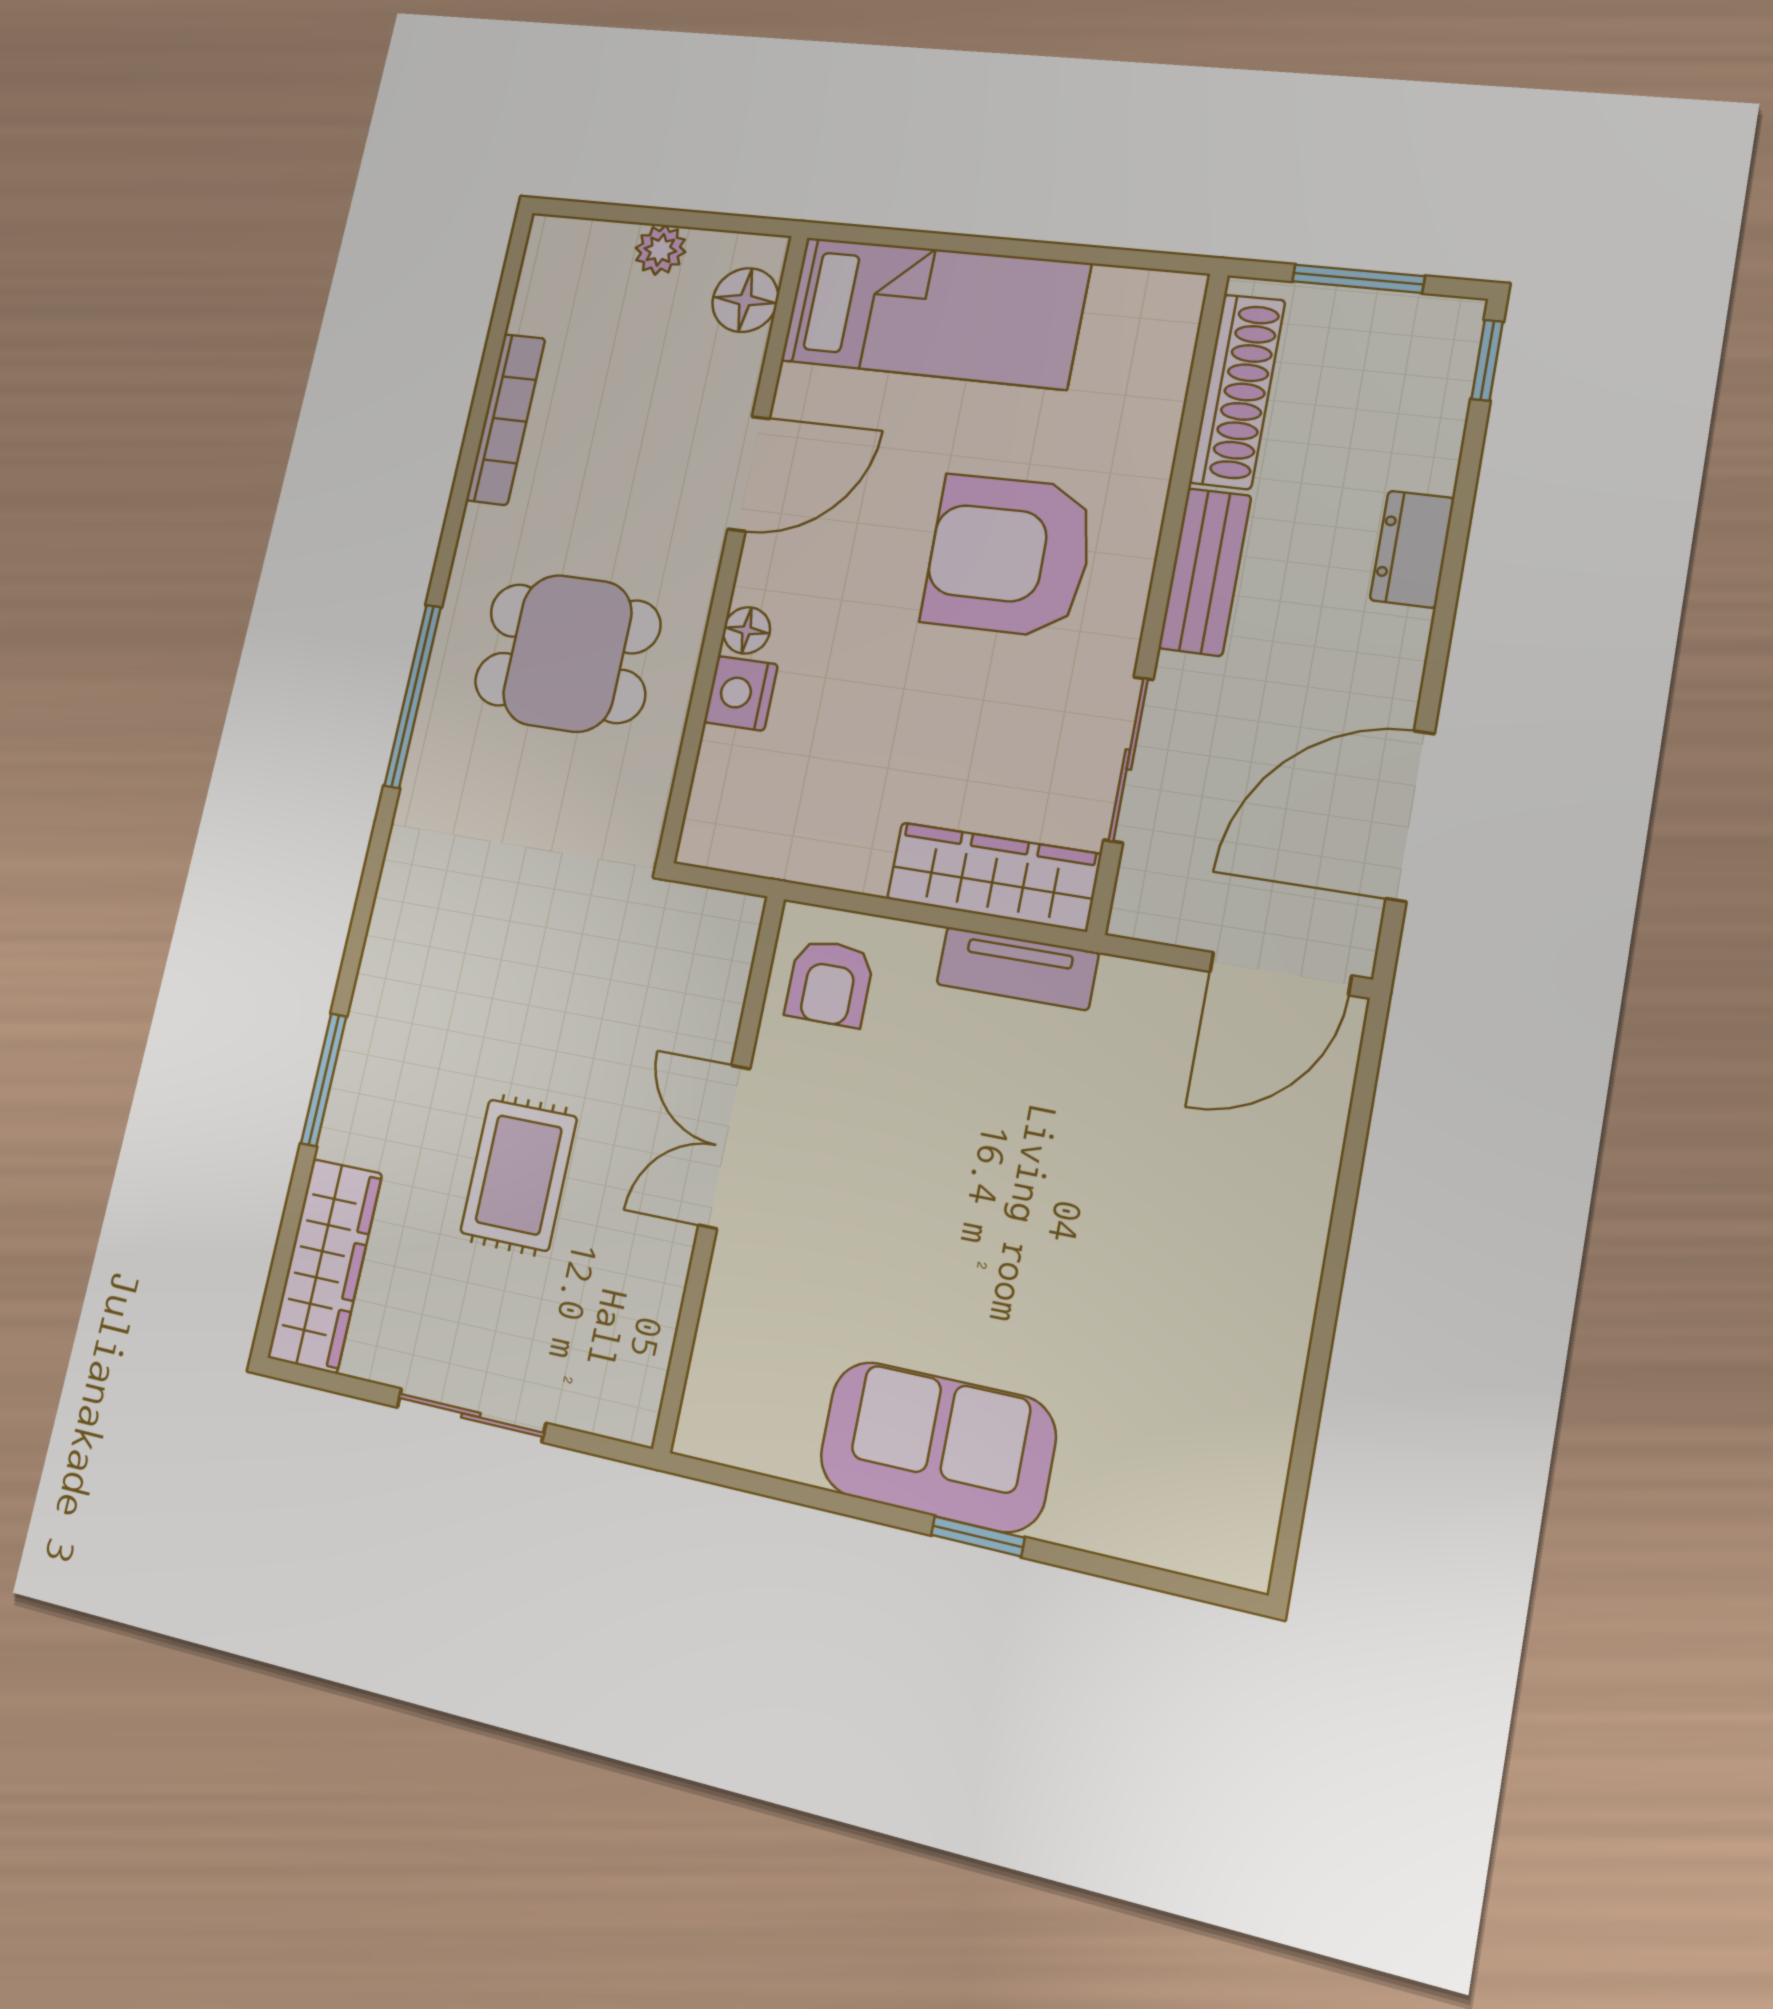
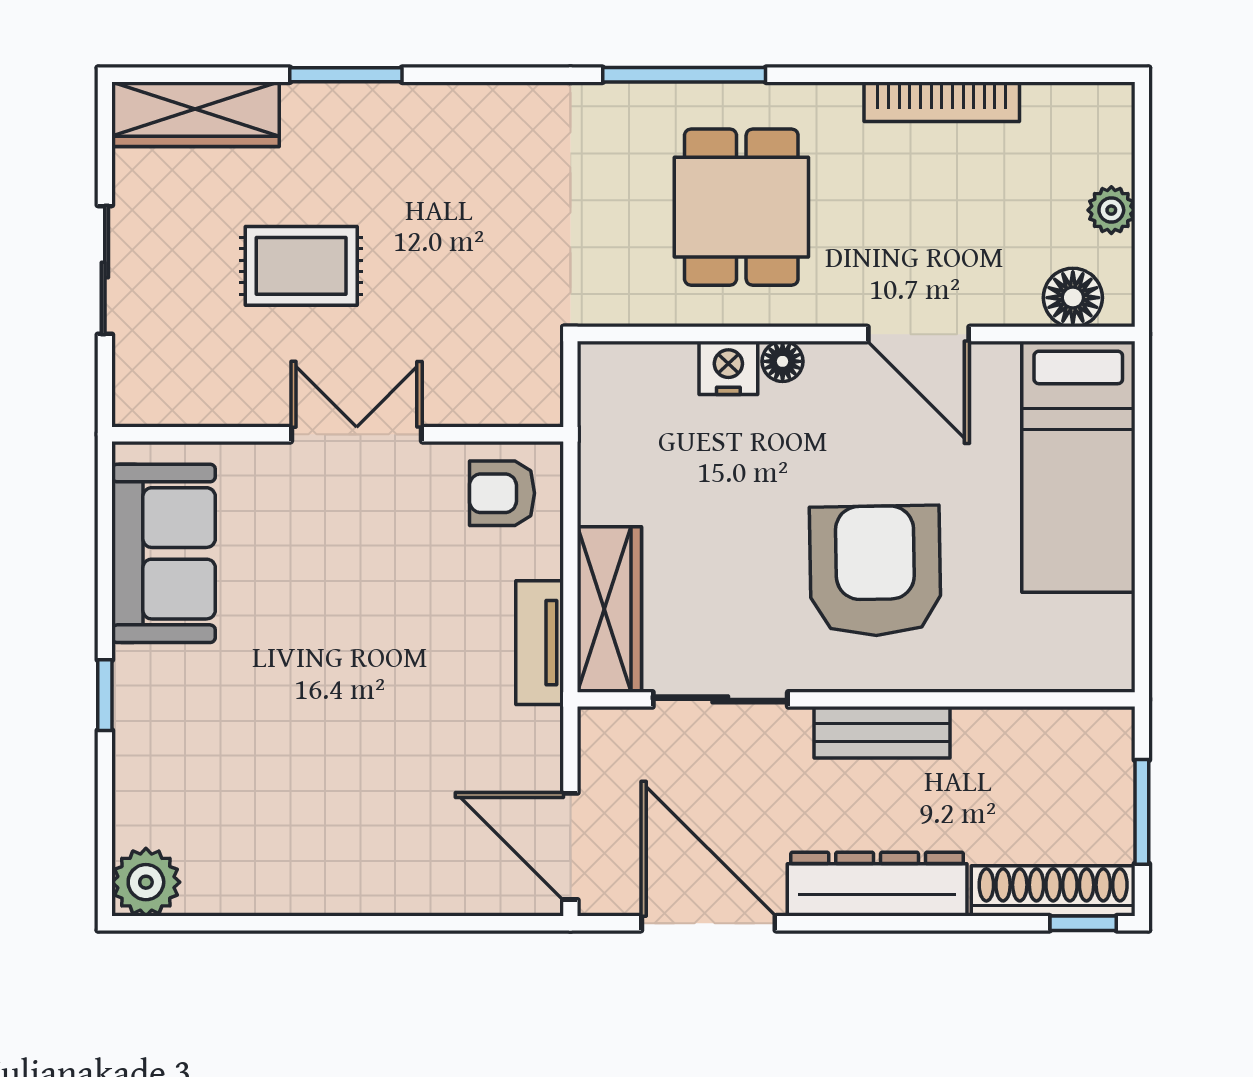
shoe rack: (1237, 391) -> (1053, 891), moved, turned 180
dresser: (1412, 549) -> (877, 884), width x1.96, depth x1.24
sofa: (937, 1446) -> (164, 553), moved
plant: (1231, 1539) -> (146, 882), added

